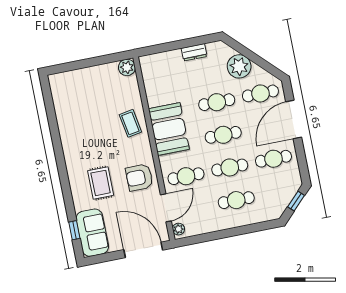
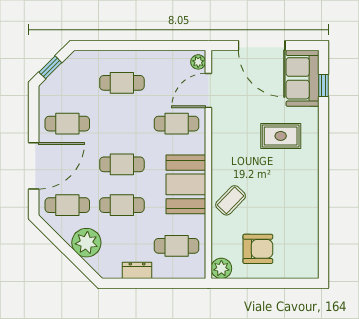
coffee table: (130, 123) -> (231, 200), turned 54
cafe table: (230, 167) -> (177, 246), moved
armchair: (139, 177) -> (258, 249), moved
rug: (101, 183) -> (281, 136), turned 90
door: (143, 250) -> (262, 45), moved

